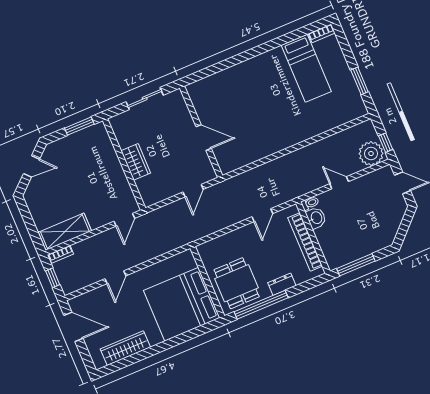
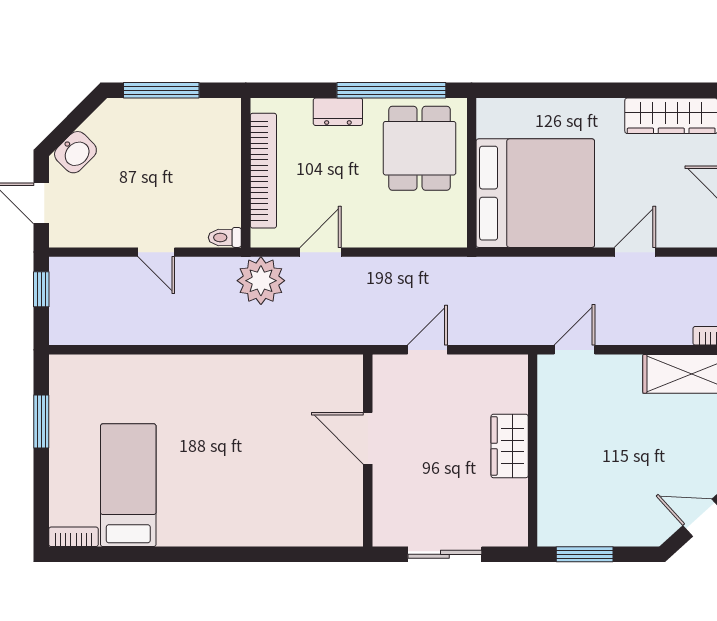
plant: (371, 154) -> (261, 281), moved
washbasin: (316, 218) -> (75, 152), moved, turned -135
window: (356, 265) -> (161, 90), moved
bed: (182, 304) -> (535, 193), moved

